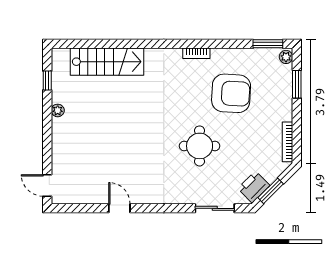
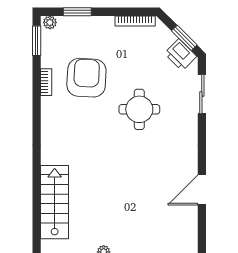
bookcase: (196, 53) -> (46, 82), moved
door: (119, 208) -> (202, 190), width x1.38

